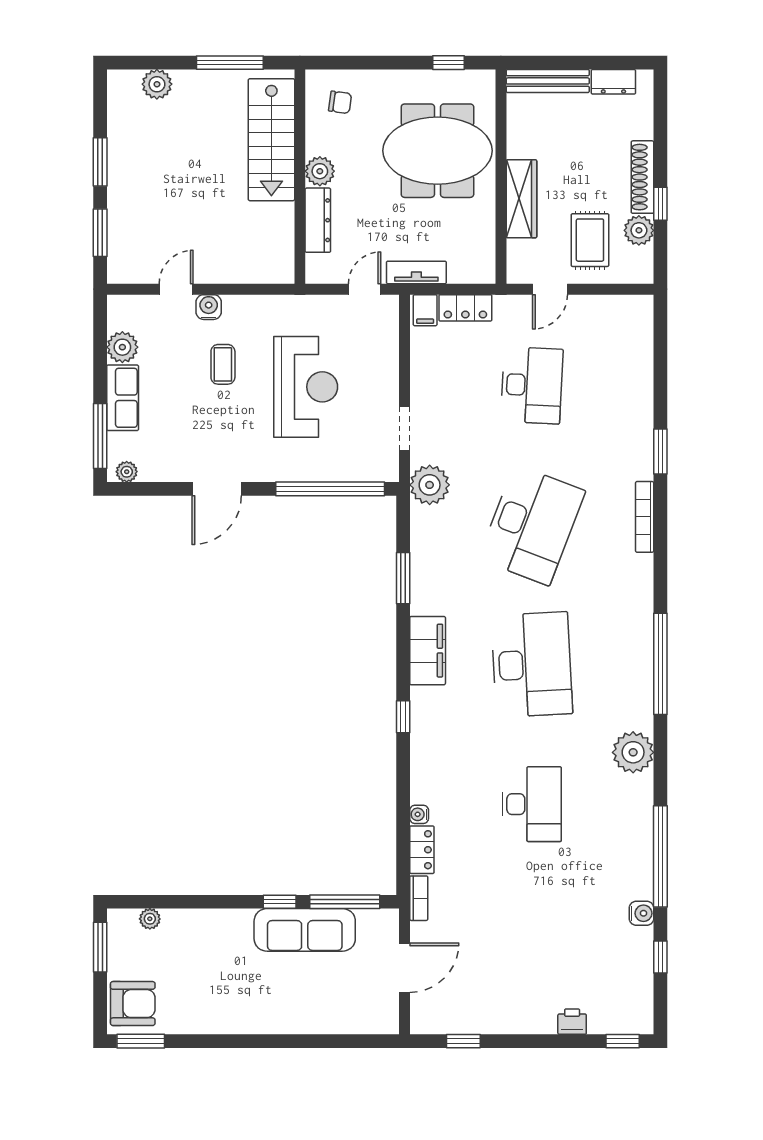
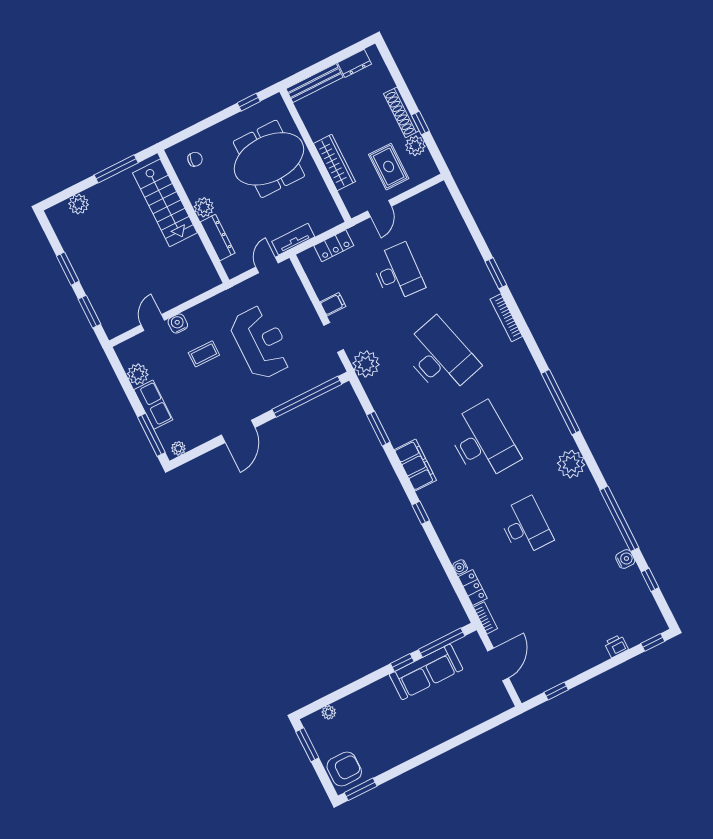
filing cabinet: (425, 310) -> (333, 304), moved, turned -90
coffee table: (223, 364) -> (204, 354), turned 90
desk: (532, 525) -> (440, 357), turned -36

